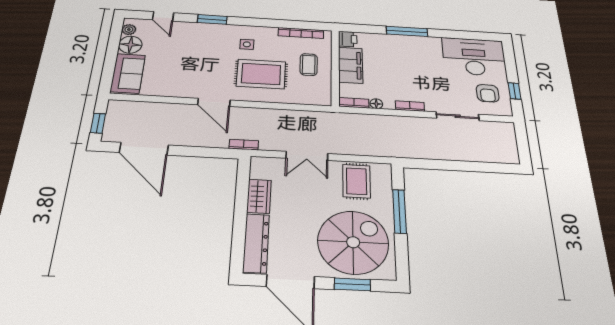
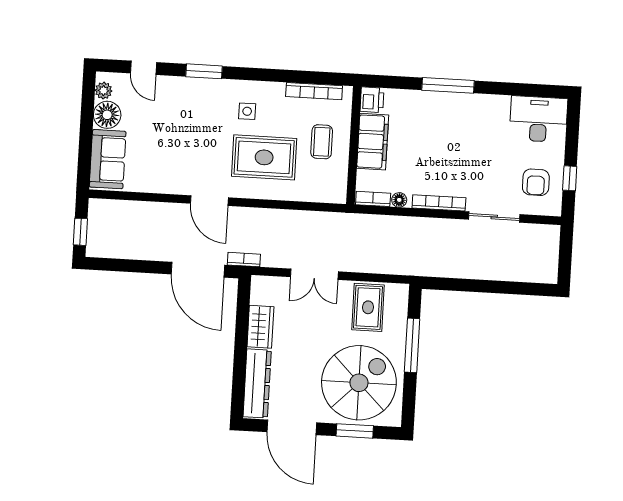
desk: (474, 57) -> (538, 119), width x0.73, depth x0.77
bookcase: (410, 106) -> (439, 203), width x1.56
door: (144, 149) -> (198, 270), moved

